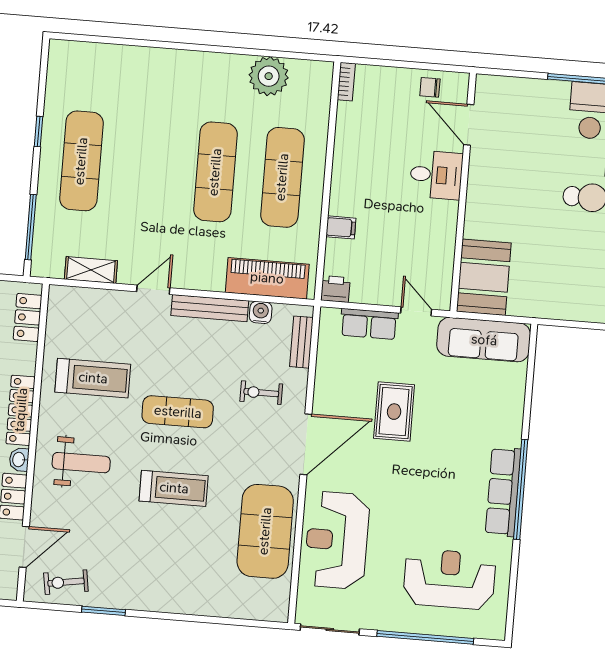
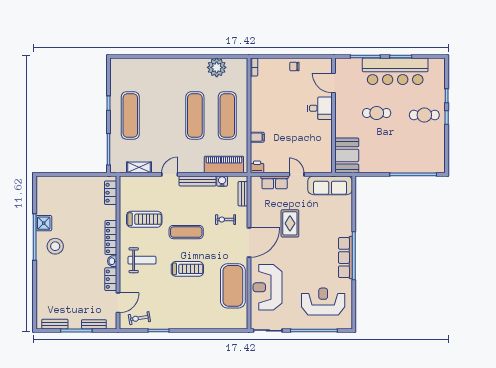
door: (469, 125) -> (334, 83), moved
desk: (436, 175) -> (320, 108), moved
wall: (463, 192) -> (334, 115), moved
booth: (484, 277) -> (347, 155), moved

